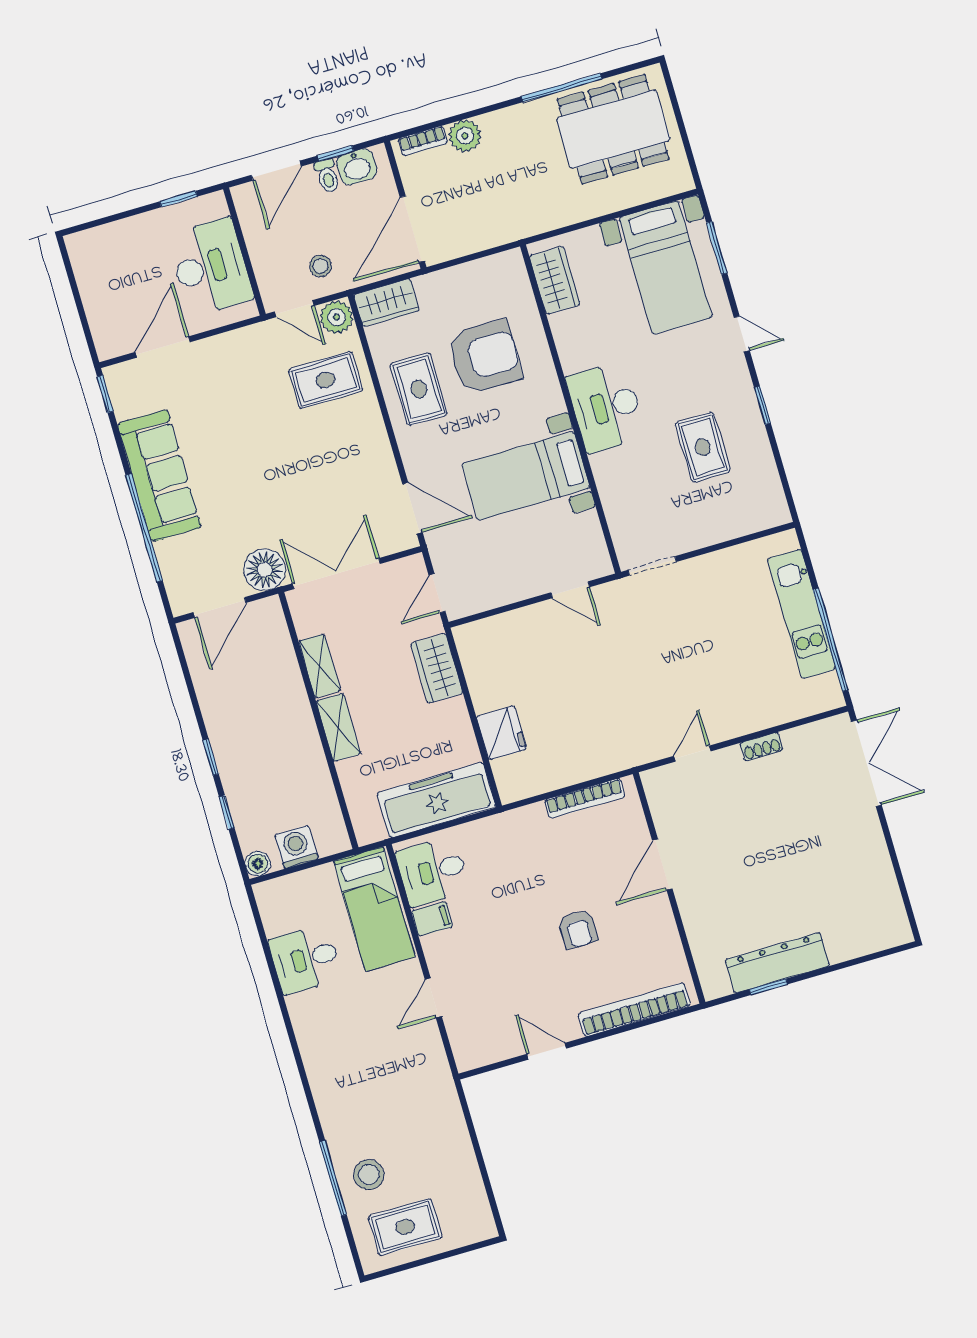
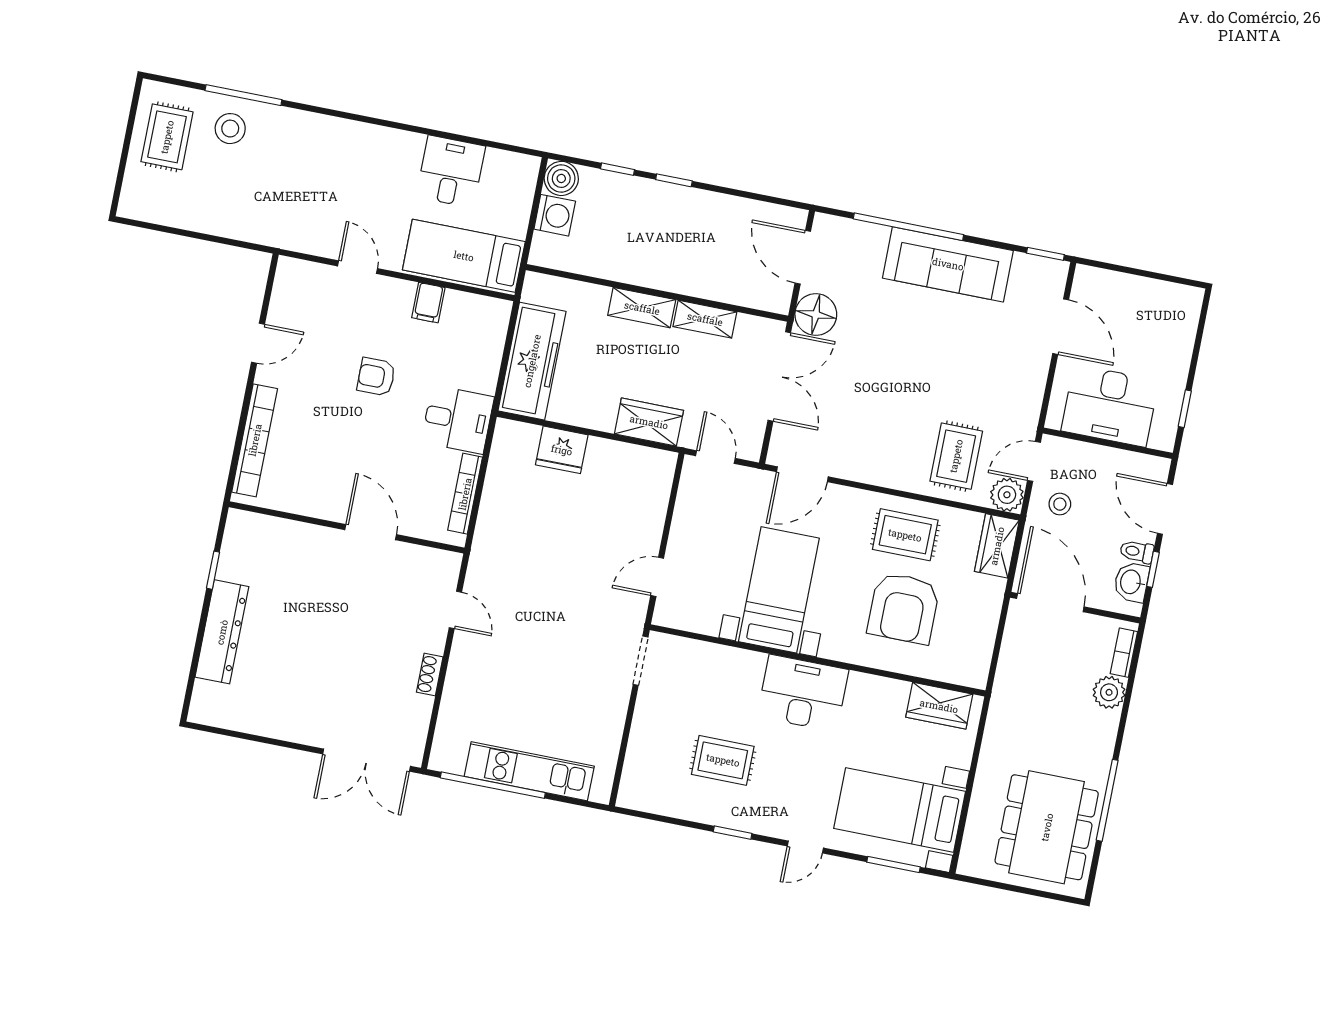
boiler: (258, 864) -> (561, 178), width x1.36, depth x1.36
desk: (433, 871) -> (458, 420), moved, turned 90
armchair: (578, 929) -> (376, 377), moved
dresser: (777, 963) -> (222, 632), moved

